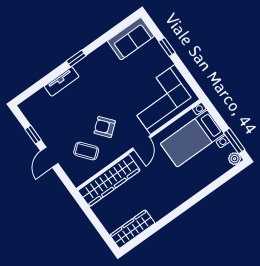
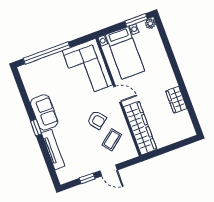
sofa: (131, 39) -> (44, 112), moved
window: (167, 47) -> (47, 53), width x3.17
tv unit: (62, 81) -> (53, 150), width x1.41
armchair: (105, 127) -> (97, 120), turned -89
wardrobe: (132, 229) -> (176, 100), moved, width x0.67

